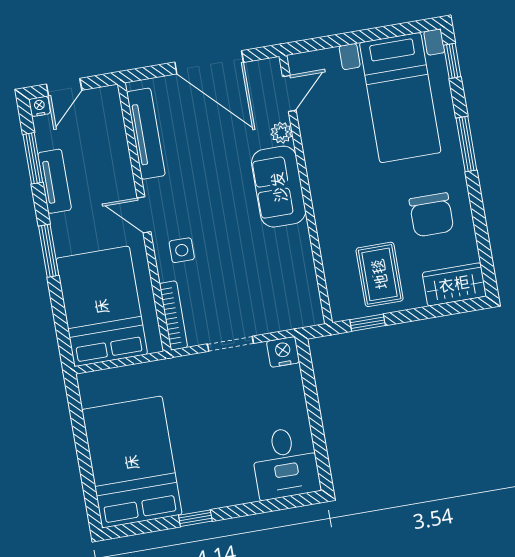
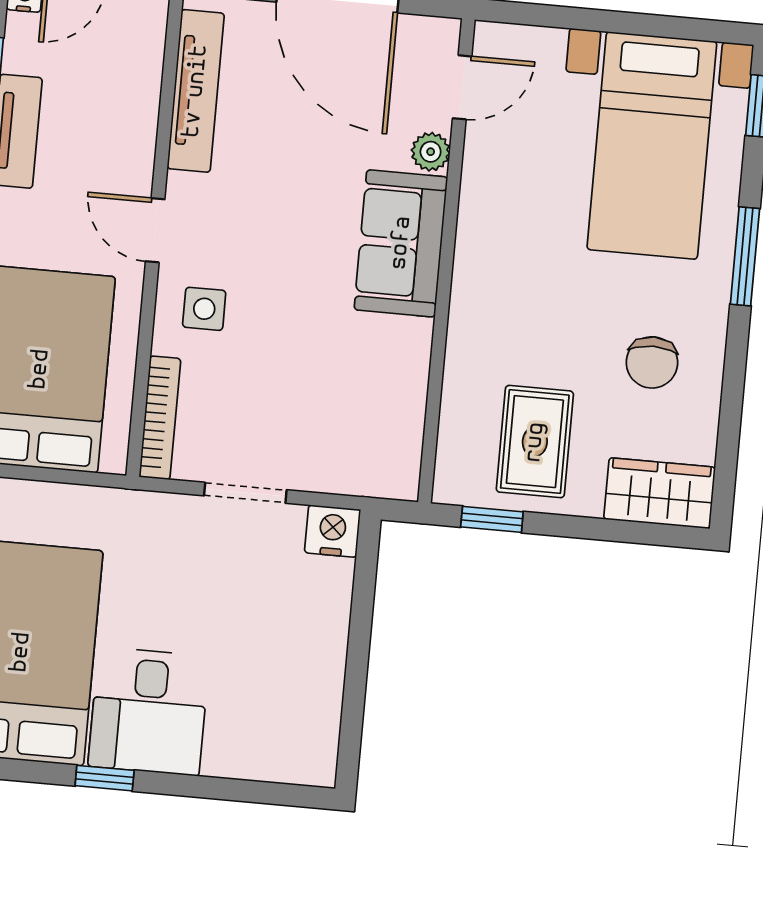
chair: (431, 215) -> (652, 362), width x0.73, depth x0.73
desk: (285, 463) -> (149, 711), moved

